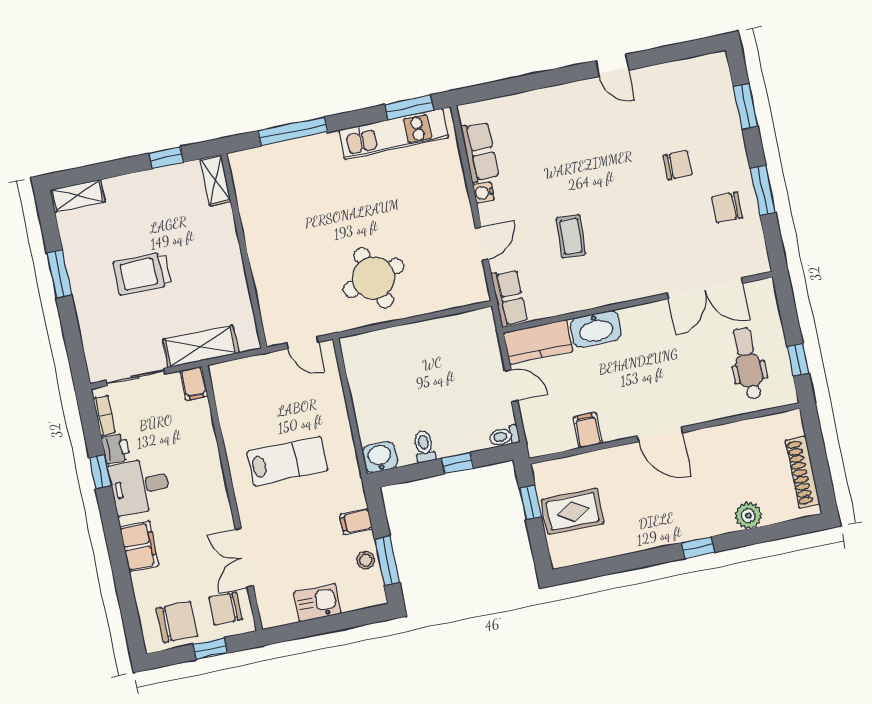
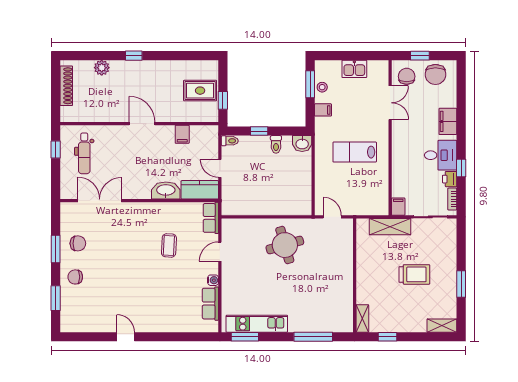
chair: (678, 165) -> (75, 277), moved
chair: (225, 609) -> (407, 76), turned -90
chair: (177, 622) -> (435, 74), turned -90

